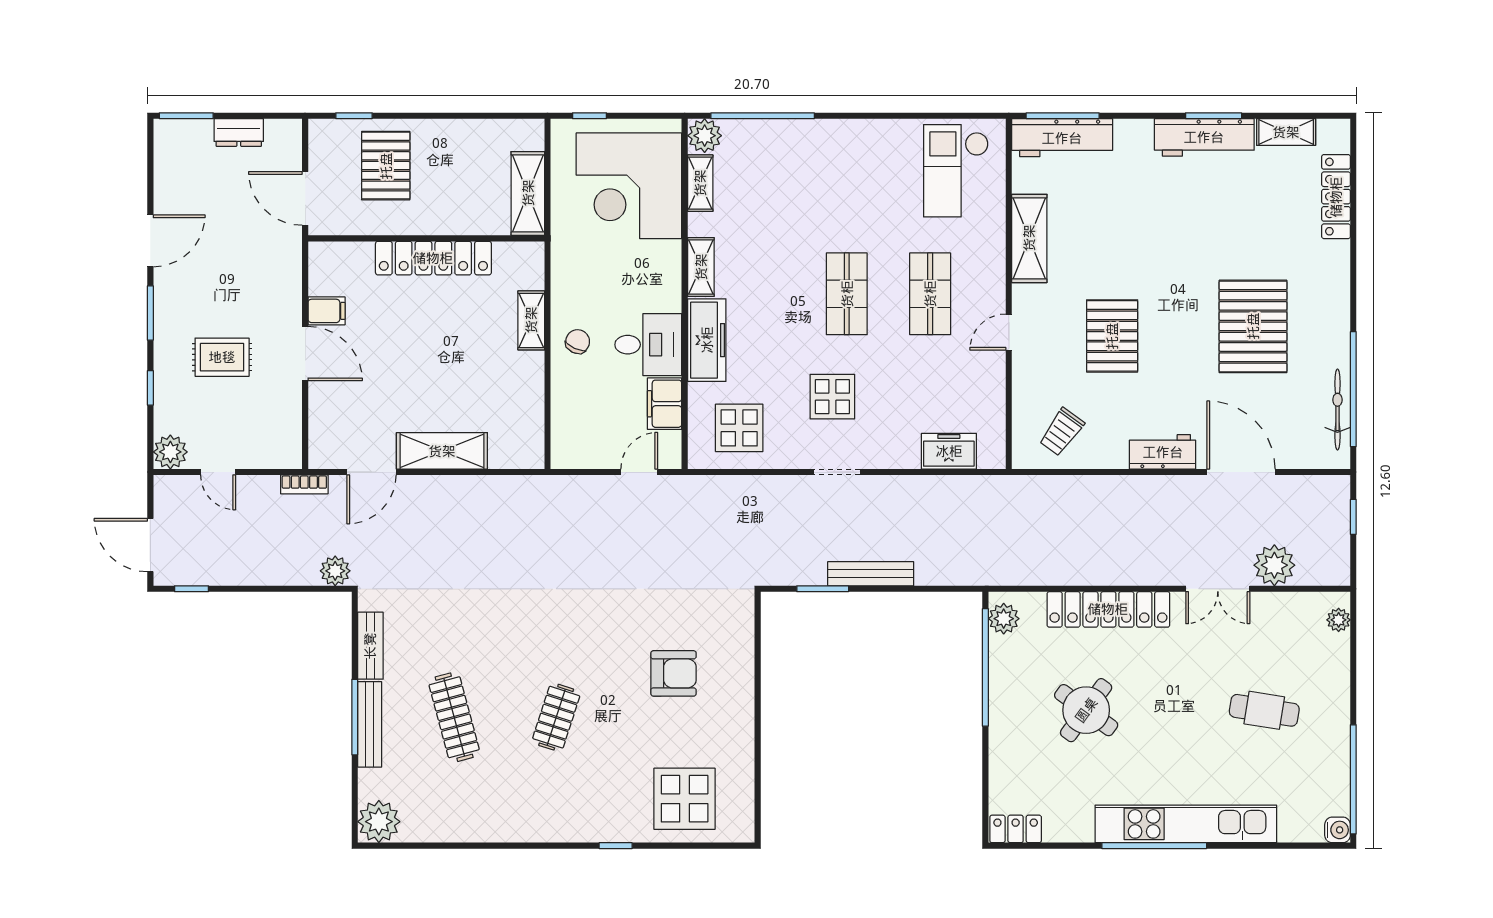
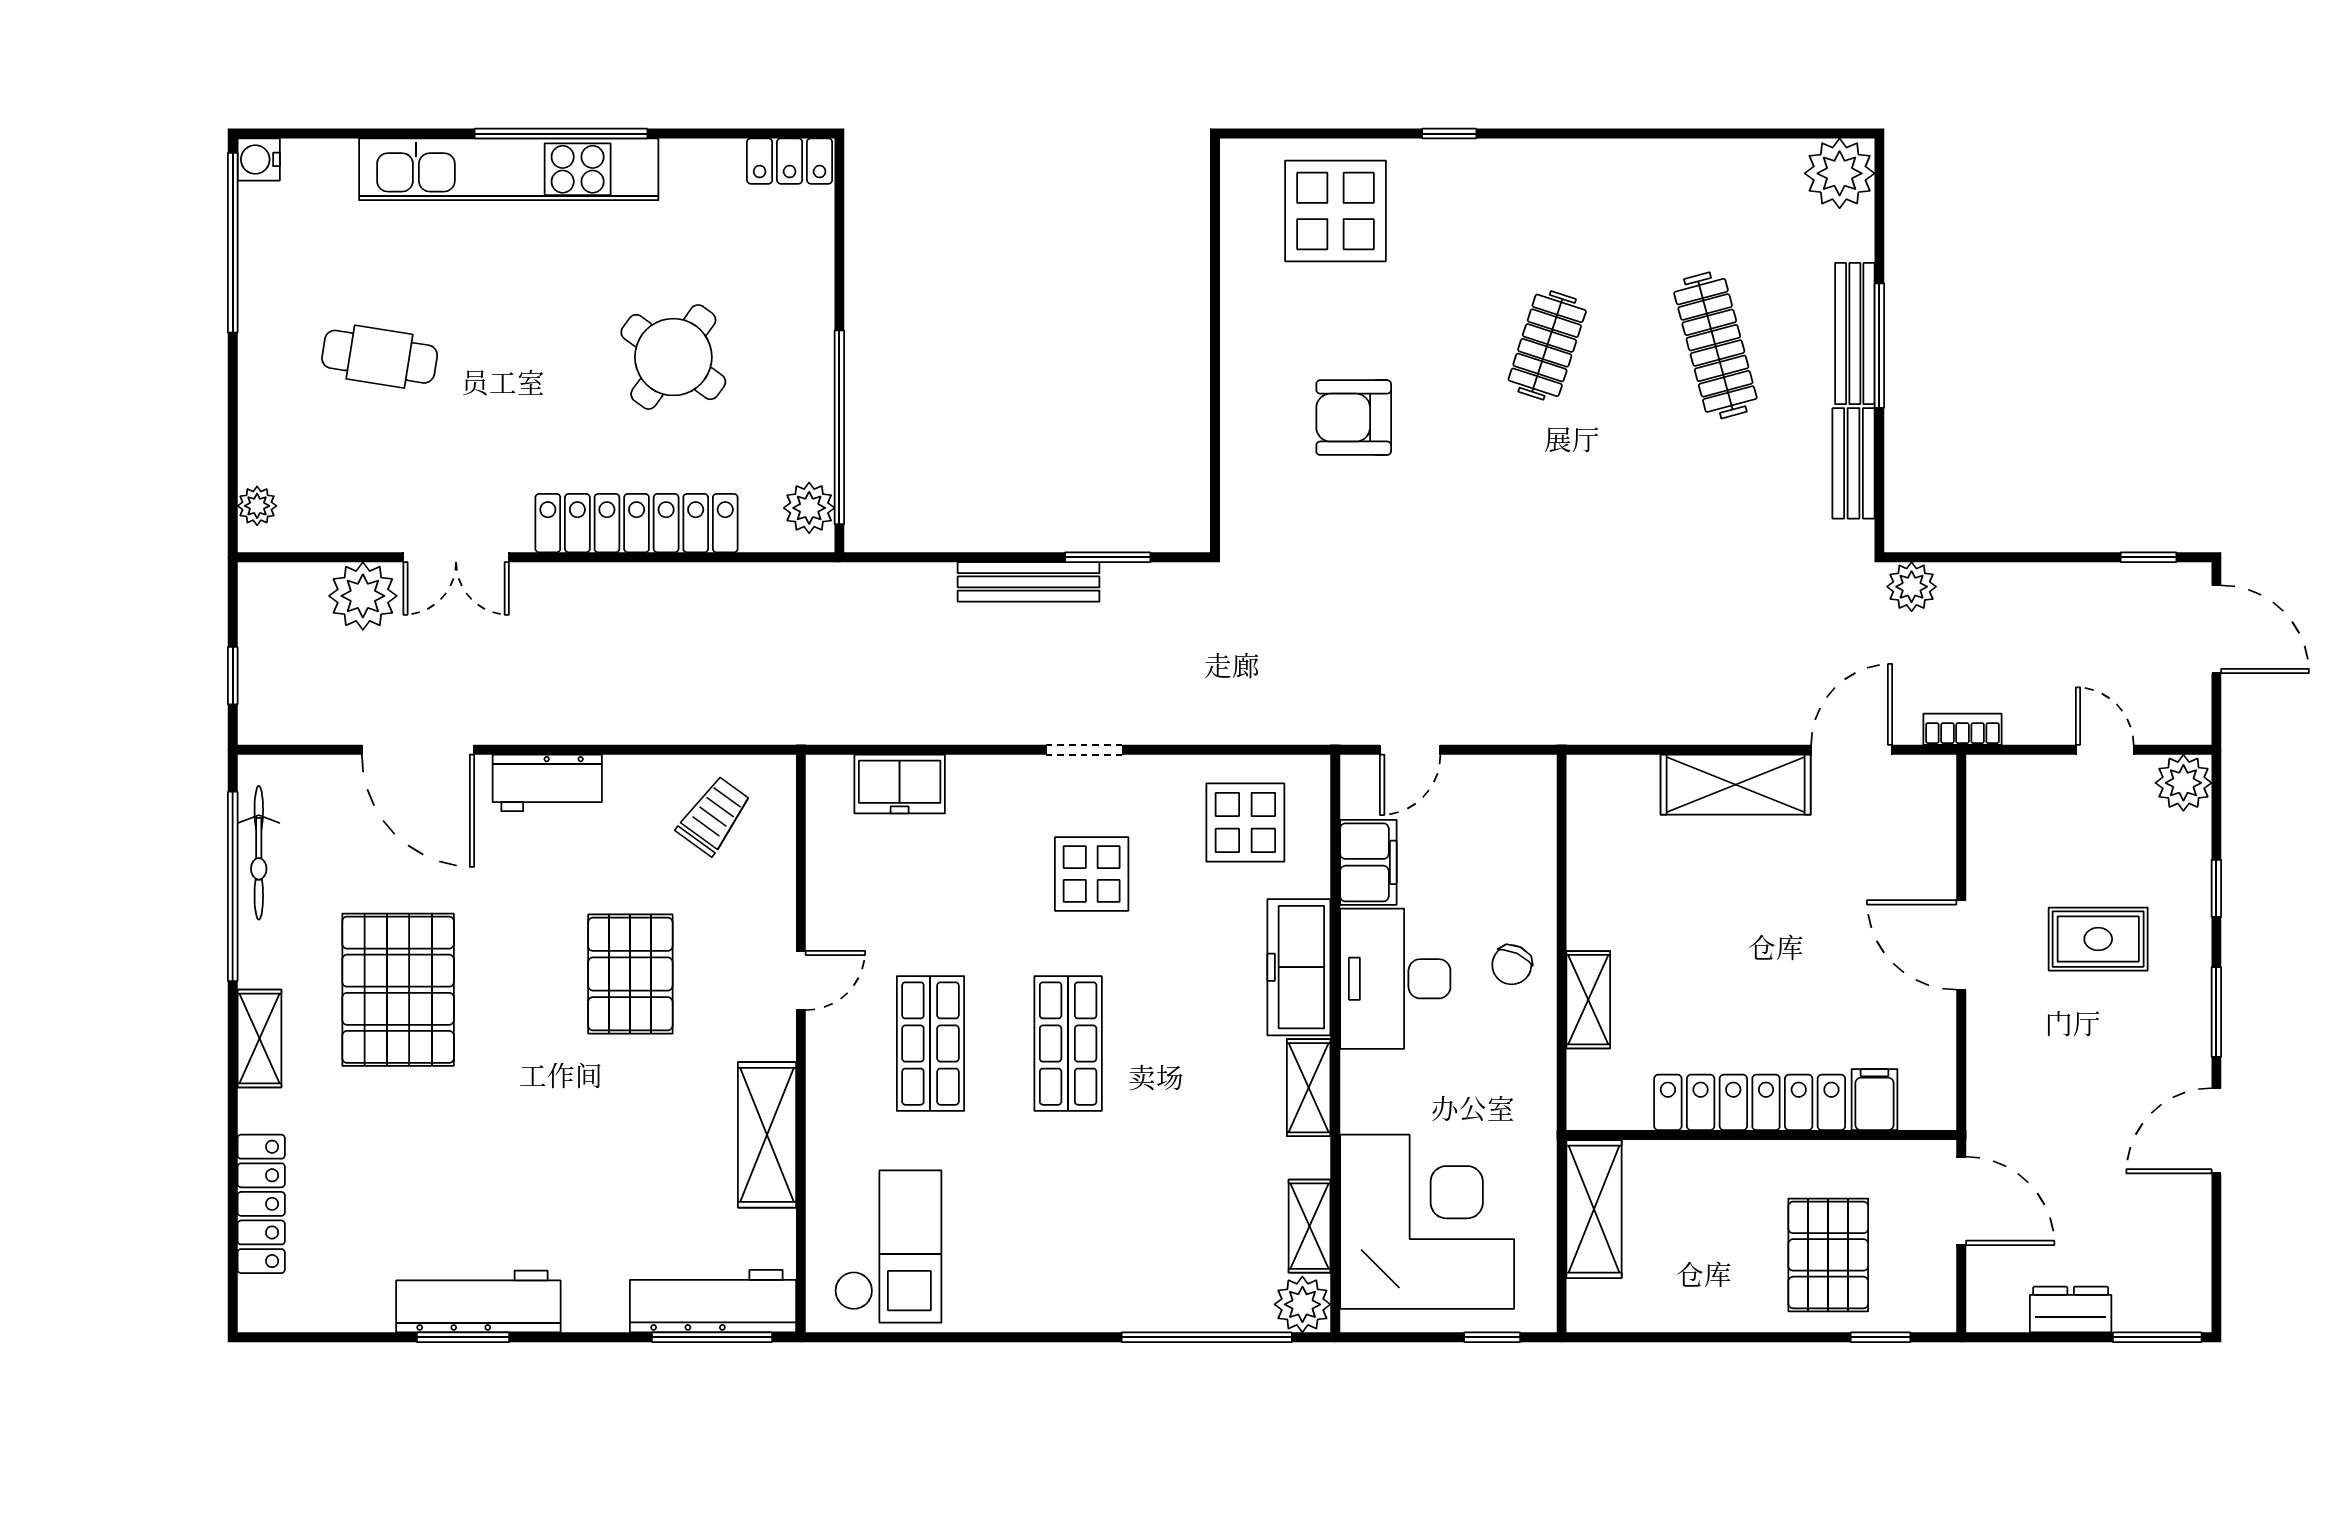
shelving: (1286, 132) -> (259, 1038), moved, turned 90
filing cabinet: (327, 311) -> (1875, 1100), moved, turned 90
desk: (648, 345) -> (1395, 979), width x1.37
double door: (1218, 589) -> (456, 557), swing flipped

